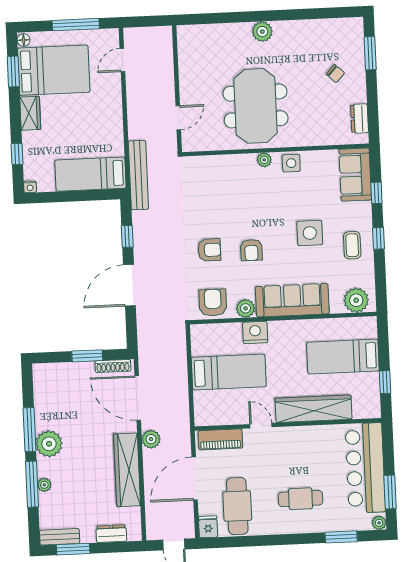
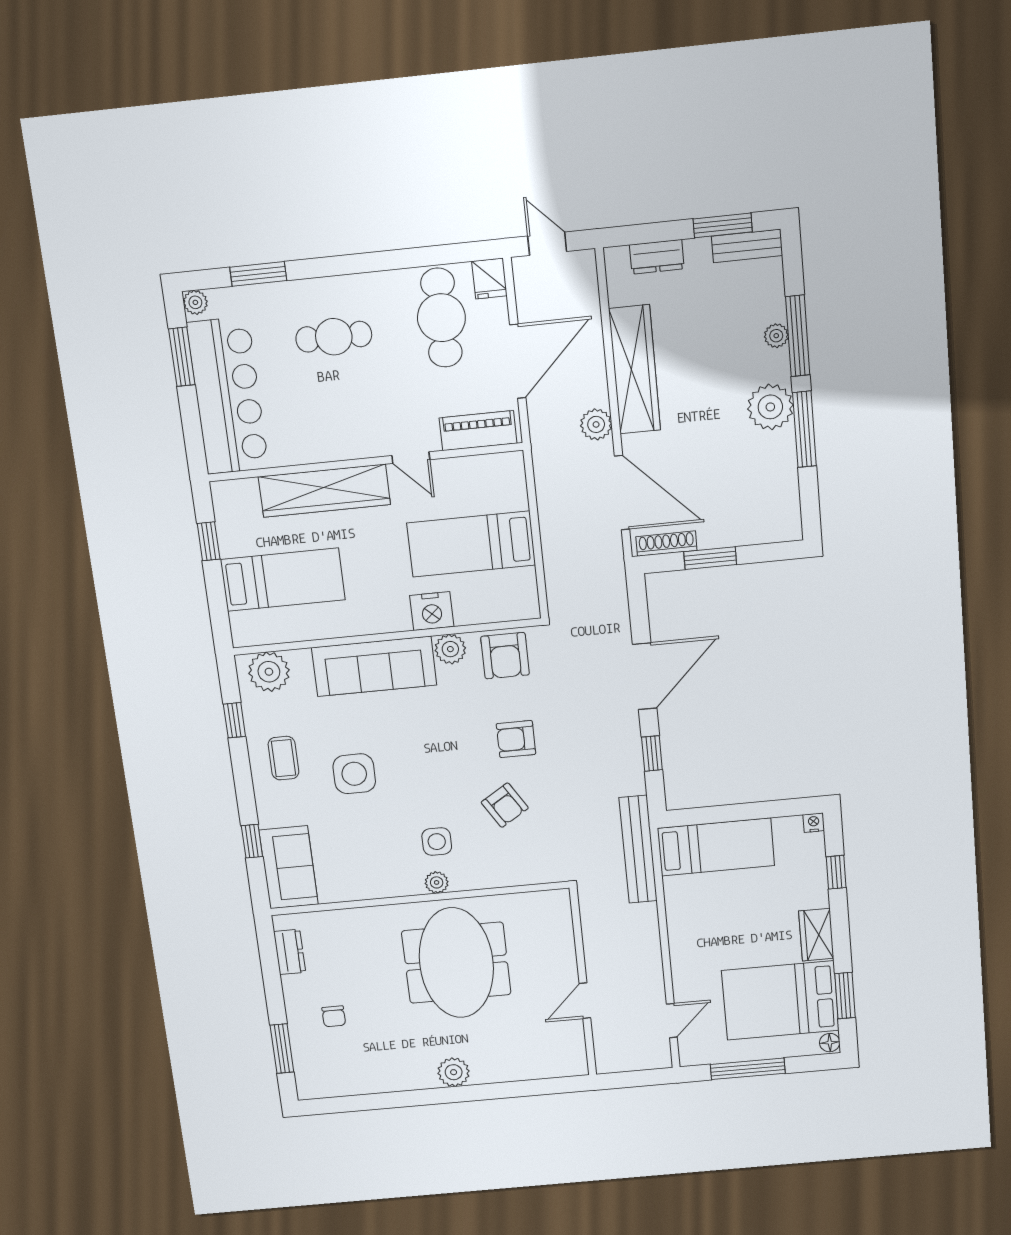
chair: (335, 74) -> (334, 1016), turned -133
door: (178, 118) -> (585, 1001), moved
side table: (291, 163) -> (437, 842), moved
window: (379, 238) -> (234, 720), moved
armchair: (251, 250) -> (505, 805), moved, turned 148

